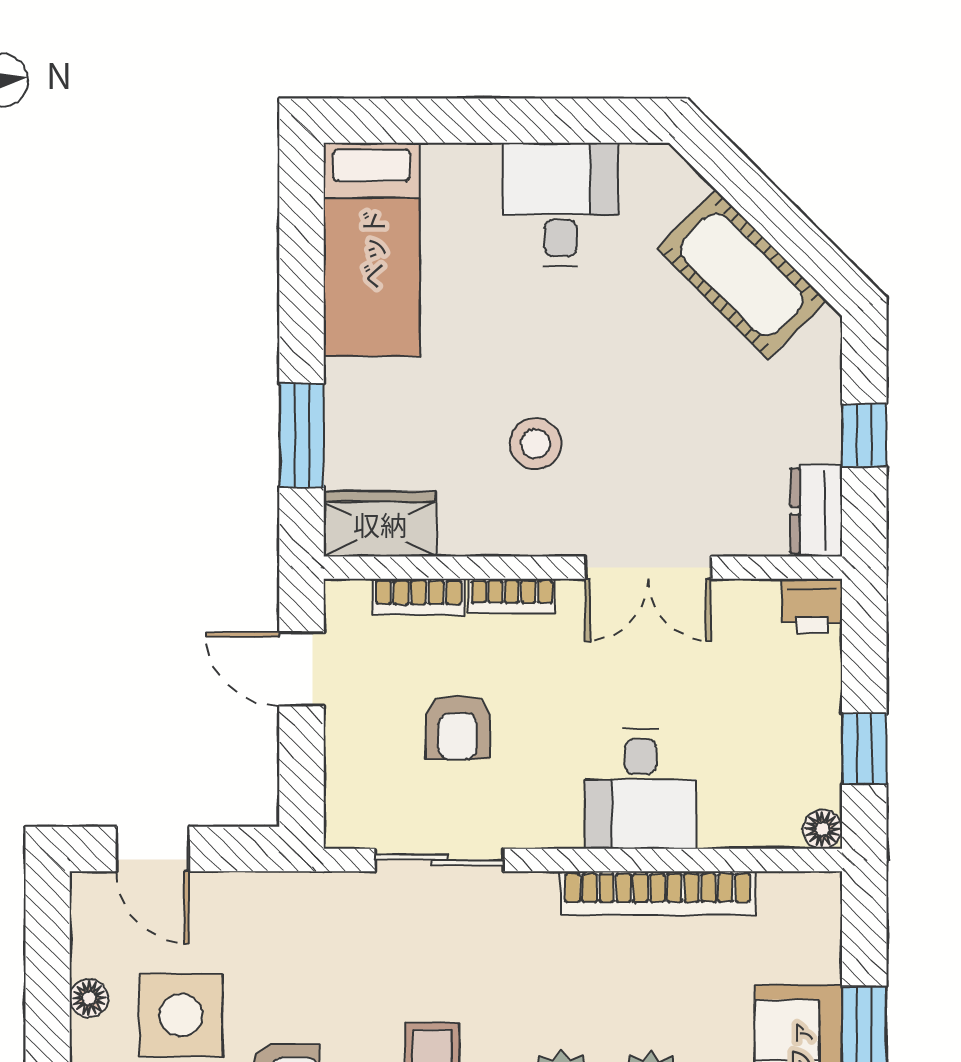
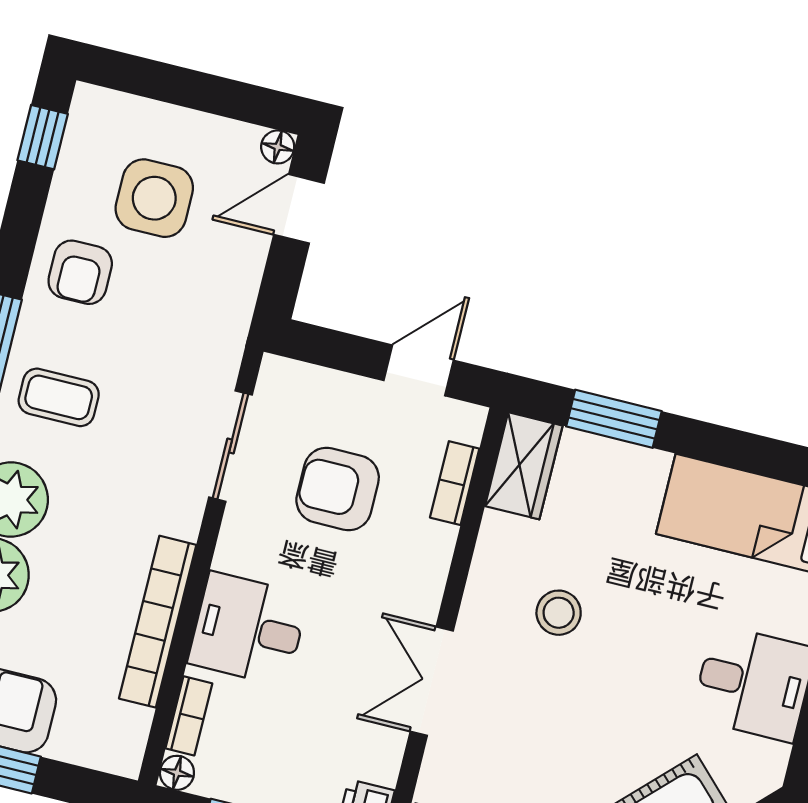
bookcase: (512, 596) -> (189, 716), moved, turned 180
armchair: (458, 727) -> (338, 489), width x1.38, depth x1.38
floor lamp: (89, 998) -> (278, 147), moved

